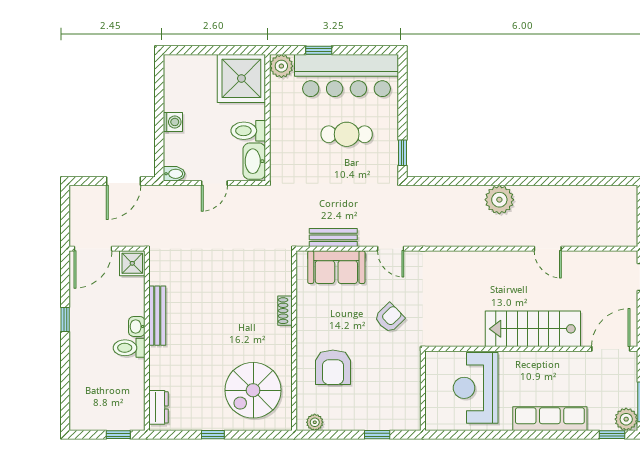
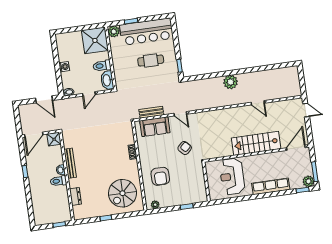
door: (123, 181) -> (44, 99), hinge flipped
dresser: (159, 407) -> (75, 196), moved

